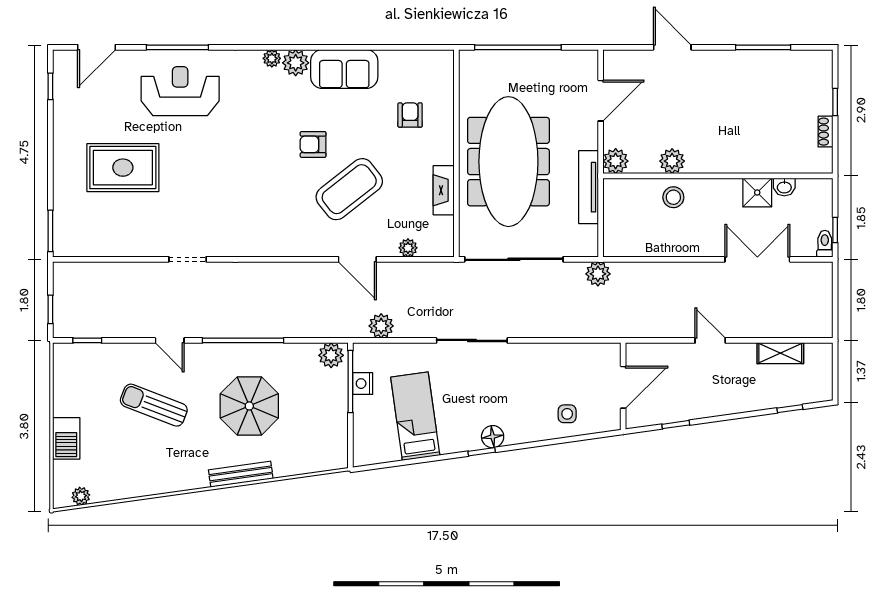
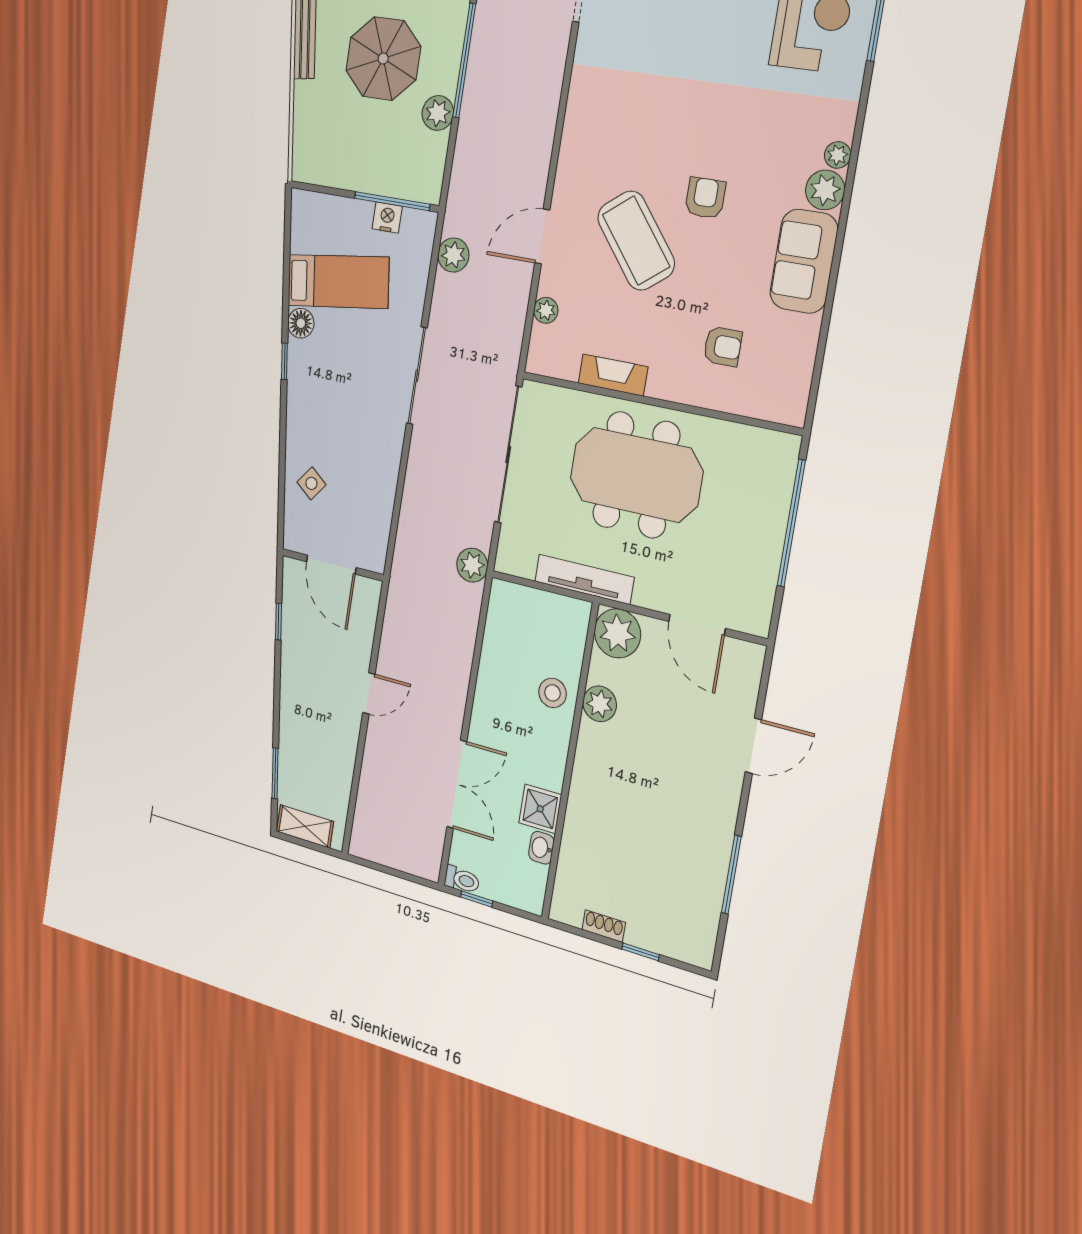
plant: (616, 161) -> (617, 633), width x1.36, depth x1.36
meeting table: (508, 162) -> (636, 475), width x0.73
shelving: (780, 353) -> (305, 826), moved, turned 90
plant: (331, 355) -> (438, 113), moved
window: (790, 409) -> (275, 773), width x1.50
side table: (567, 414) -> (311, 483), turned 38
floor lamp: (493, 437) -> (301, 323), moved

